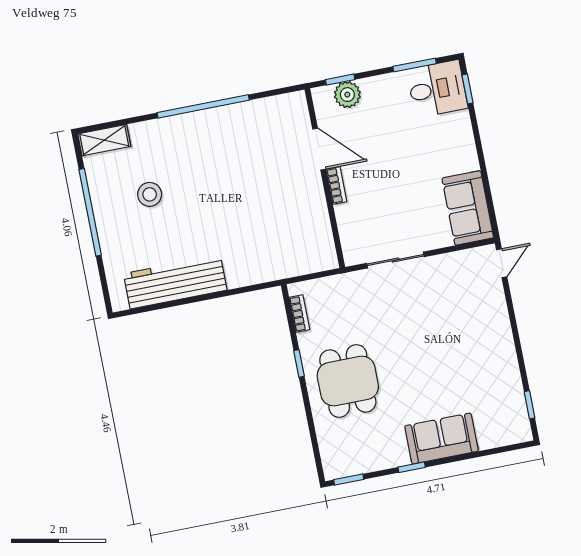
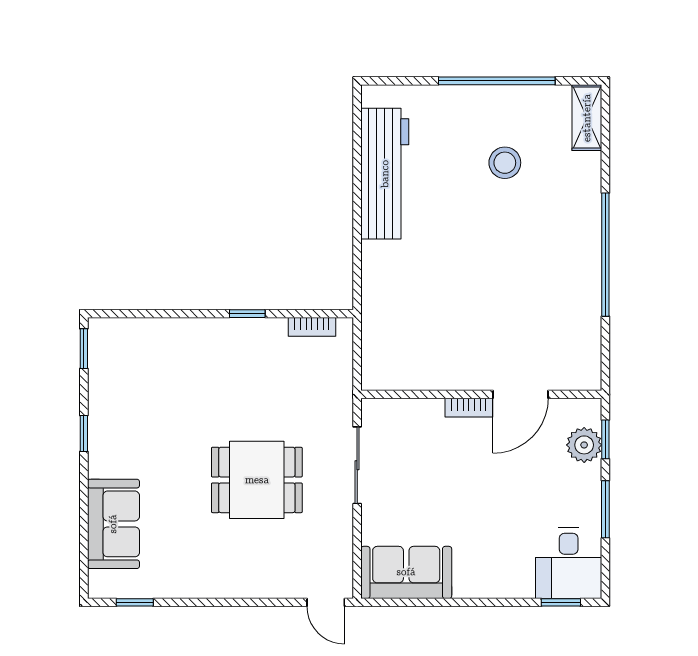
window: (415, 65) -> (605, 509), moved
dining table: (348, 381) -> (257, 480), moved
sofa: (441, 439) -> (113, 524), moved

